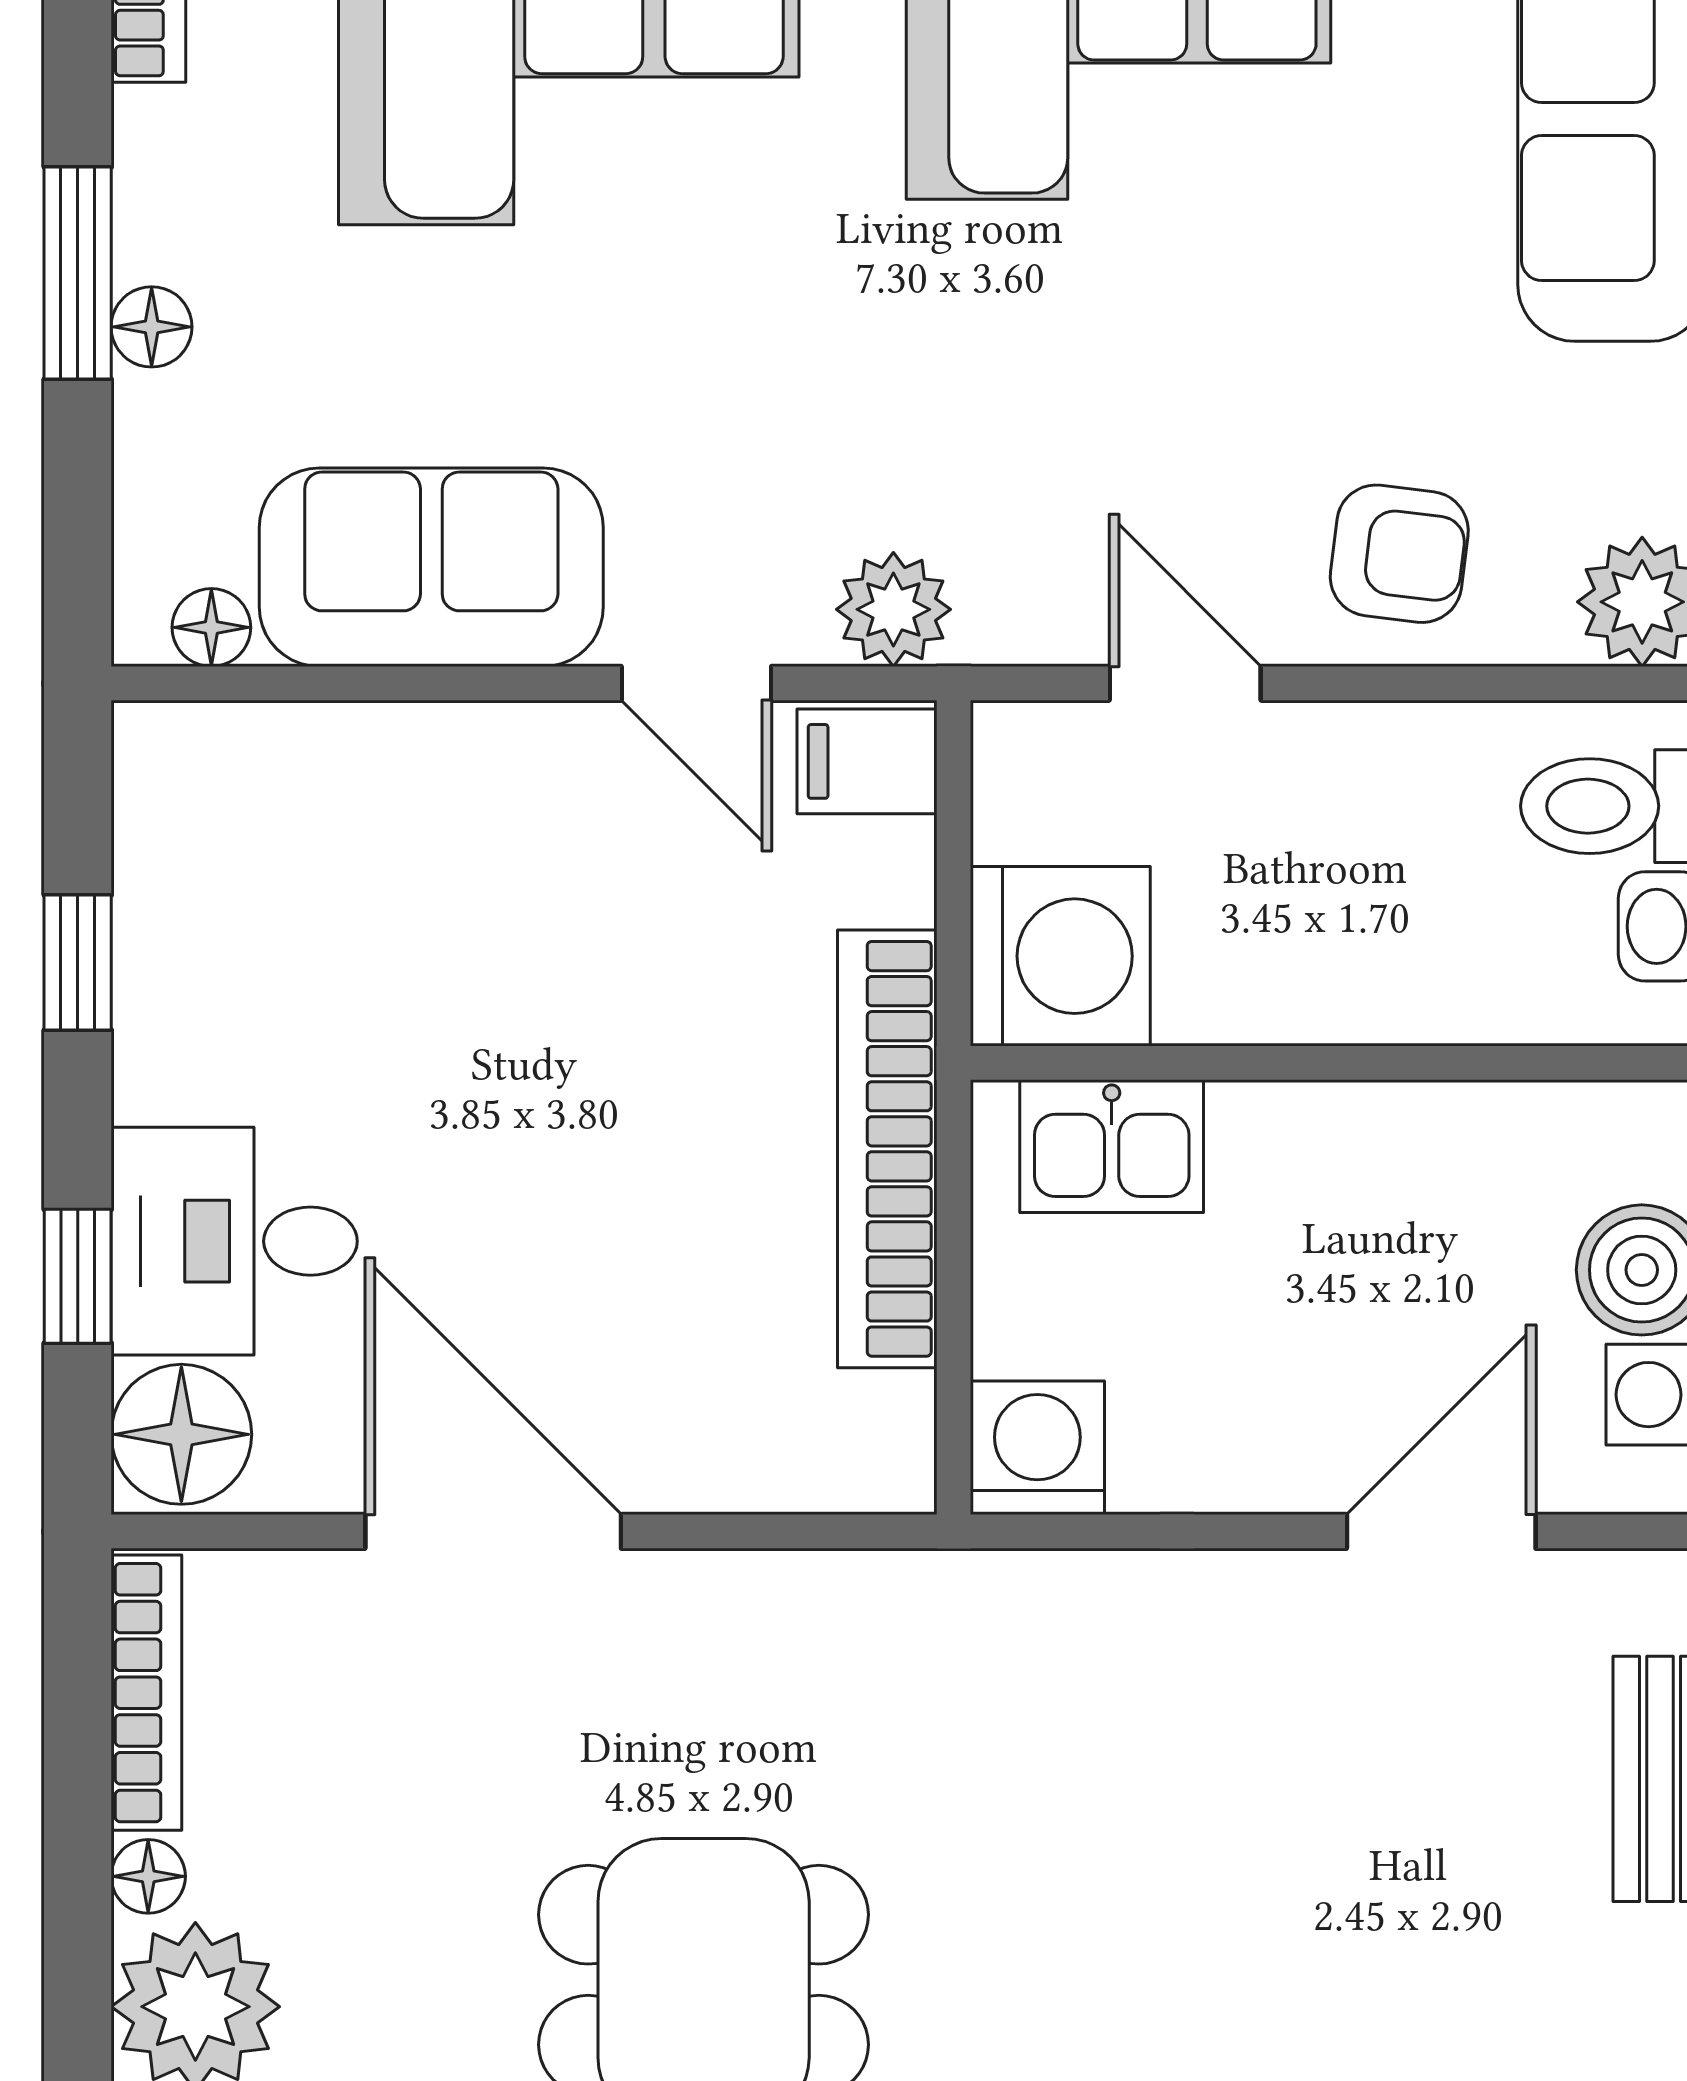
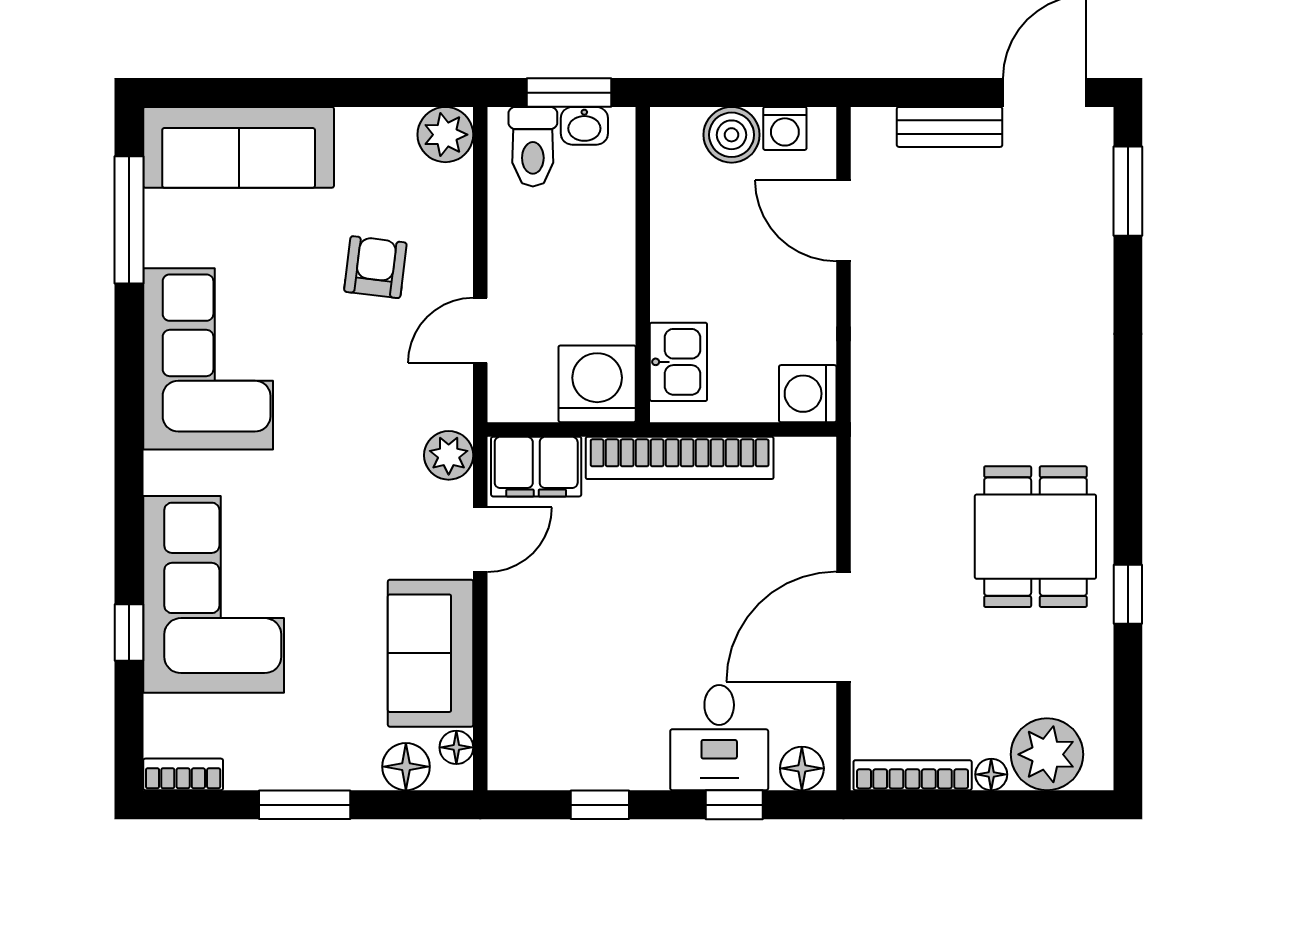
floor lamp: (152, 327) -> (406, 767), moved, width x1.37, depth x1.37
armchair: (1399, 554) -> (375, 267), moved
filing cabinet: (867, 761) -> (536, 467), width x2.00
floor lamp: (181, 1434) -> (802, 768), width x0.73, depth x0.73

